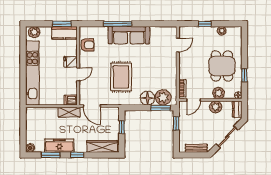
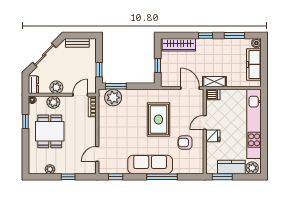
window: (161, 24) -> (116, 177), added
kitchen counter: (64, 33) -> (231, 167), moved
armchair: (87, 45) -> (185, 143), moved
floor lamp: (147, 98) -> (130, 97), removed
freezer: (59, 146) -> (254, 64), moved, turned 90

